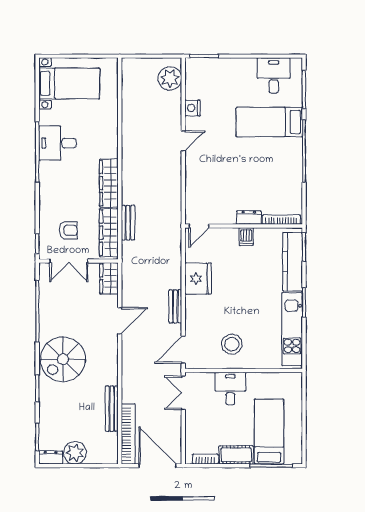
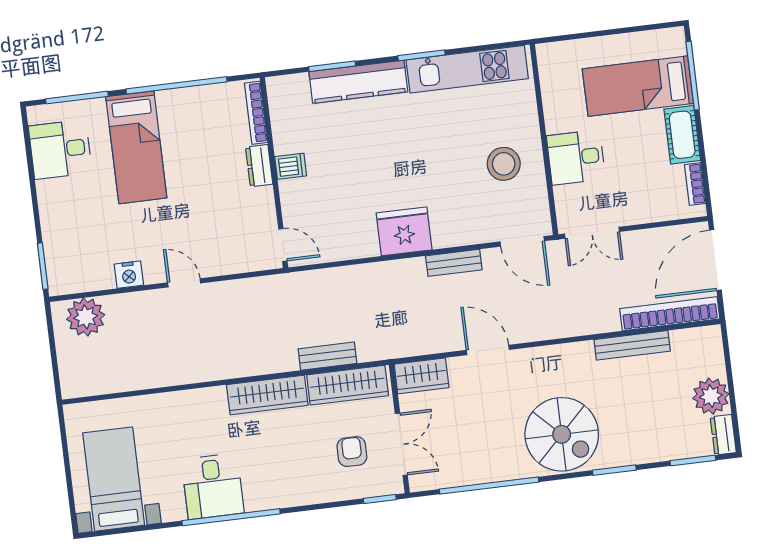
dresser: (249, 218) -> (259, 166), moved
bookcase: (281, 220) -> (256, 113), moved
door: (199, 226) -> (283, 245), moved
wall: (244, 226) -> (274, 173), moved
dishwasher: (246, 237) -> (291, 166), moved

